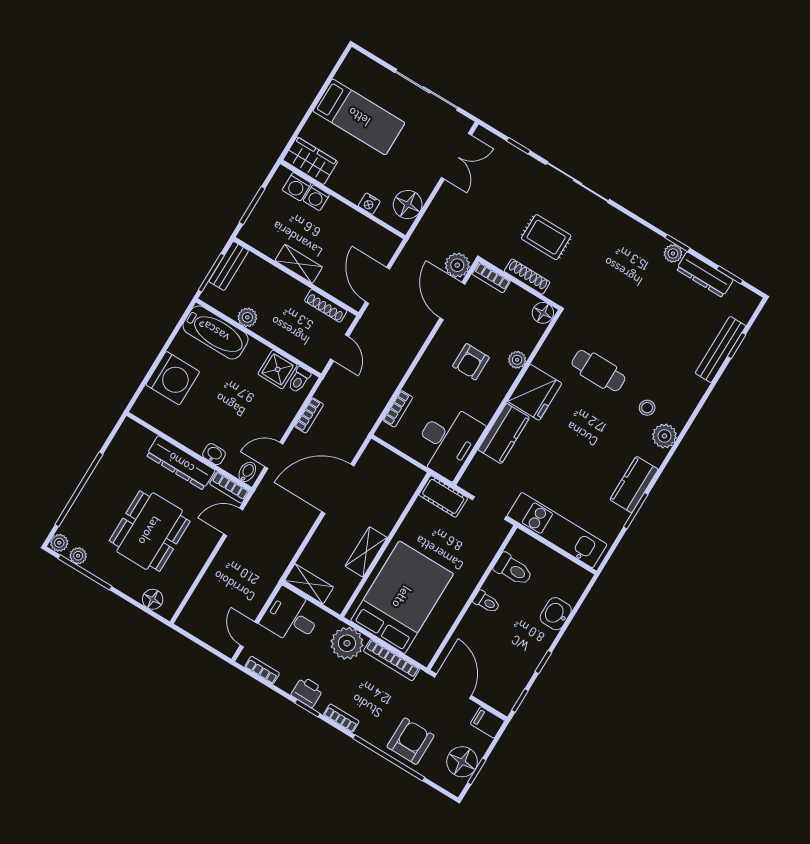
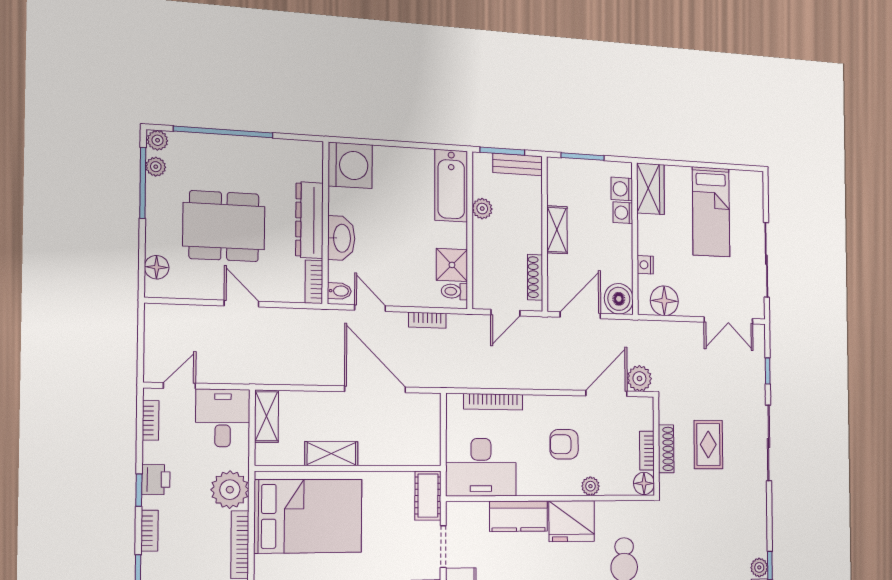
boiler: (383, 244) -> (619, 299), added
bookcase: (491, 278) -> (647, 451), moved
washing machine: (173, 378) -> (350, 165), moved, turned -90
bookcase: (398, 409) -> (493, 402), width x1.56
washbasin: (214, 454) -> (341, 238), width x1.91, depth x1.45
door: (233, 522) -> (241, 304), moved

